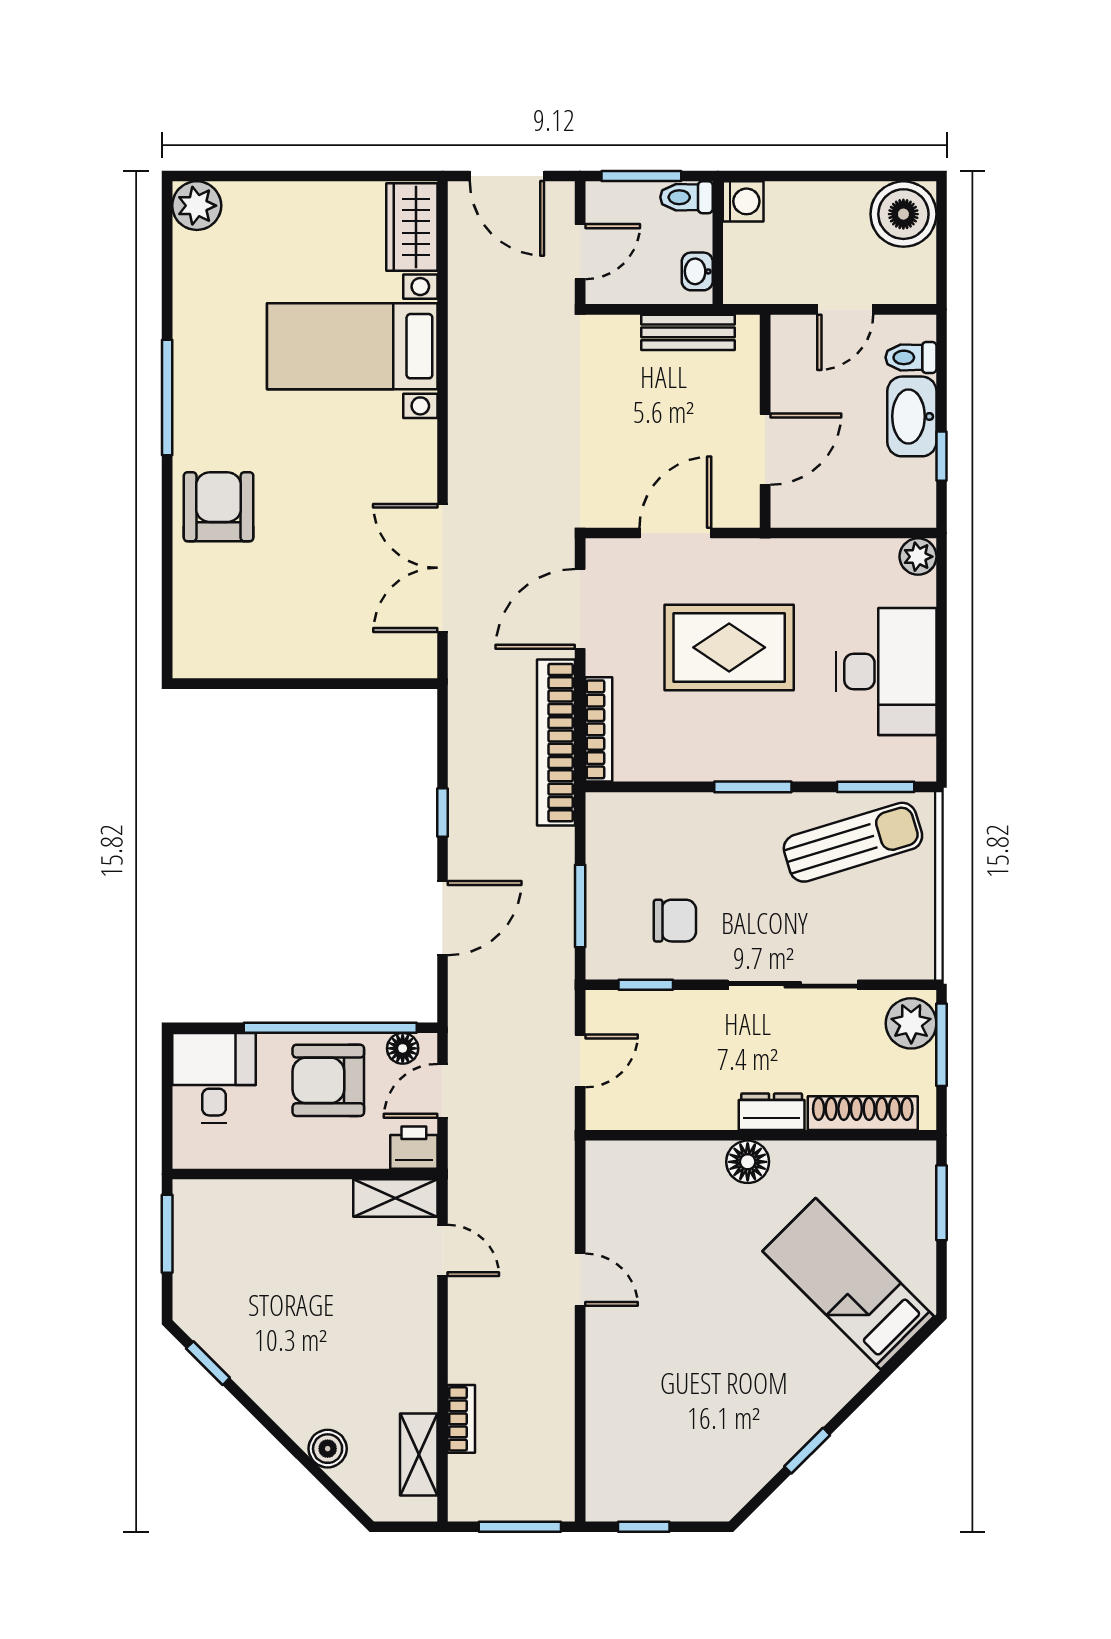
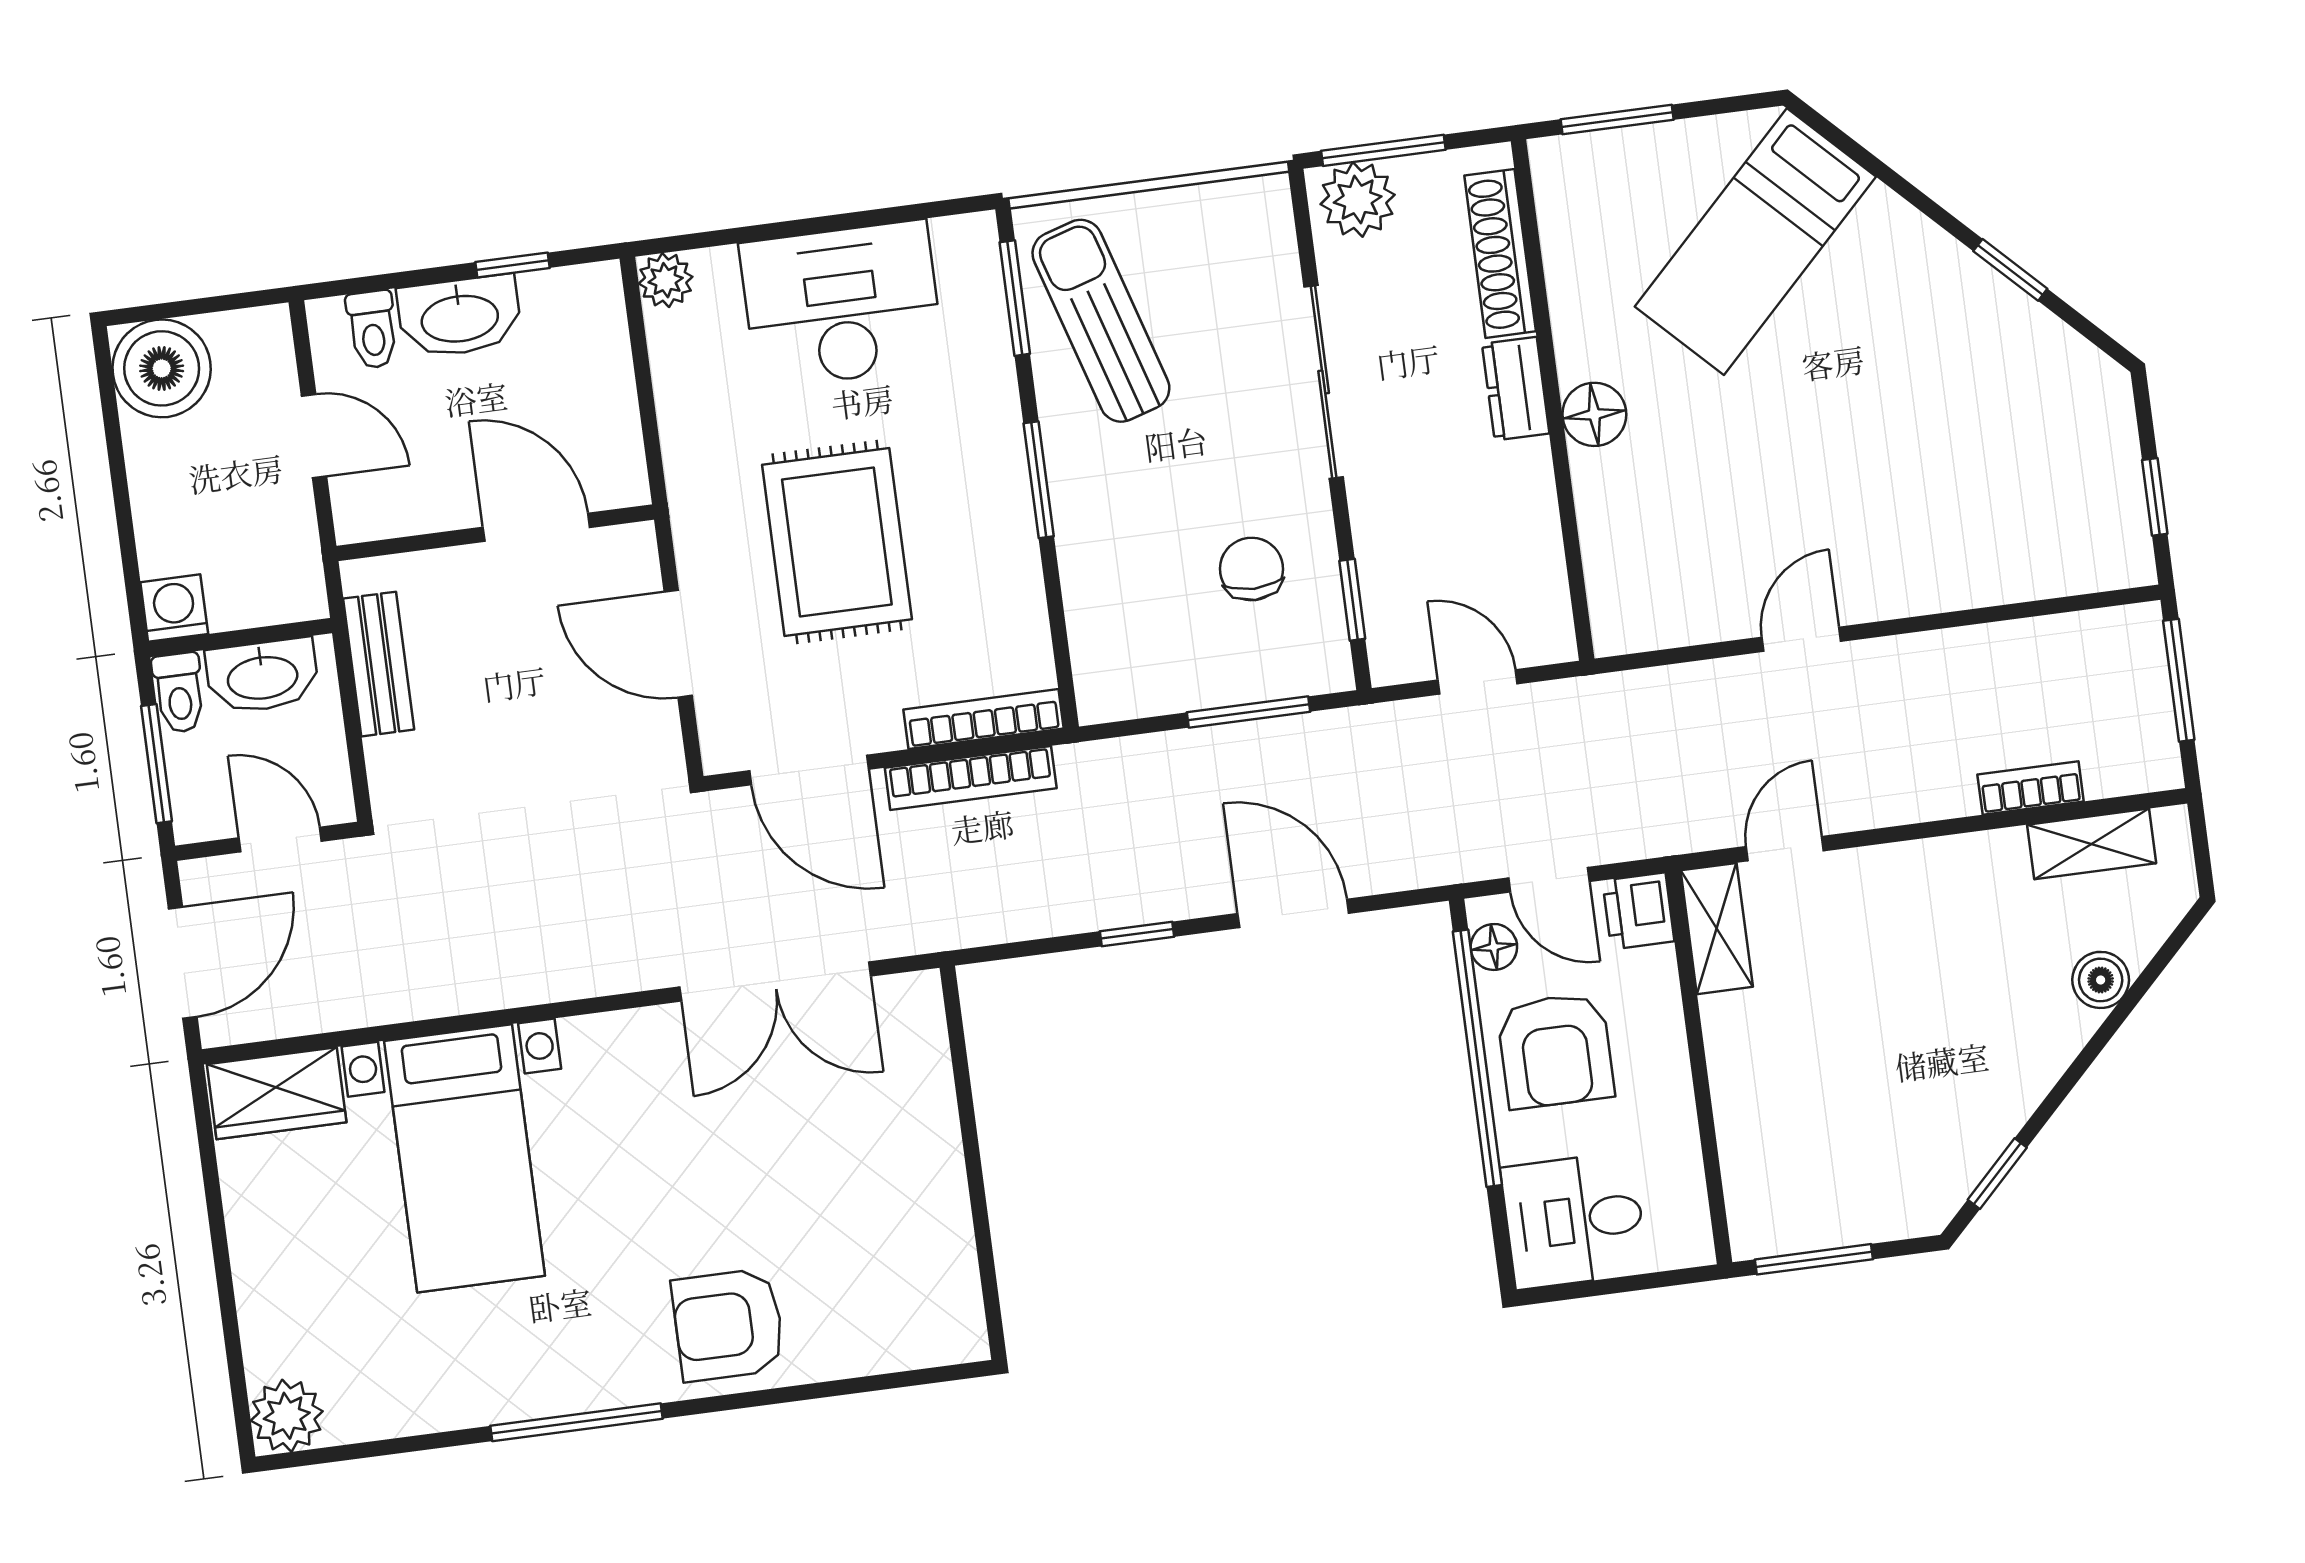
washbasin: (697, 271) -> (262, 676), width x1.91, depth x1.45
bookcase: (556, 743) -> (971, 778), width x0.68, depth x0.76

